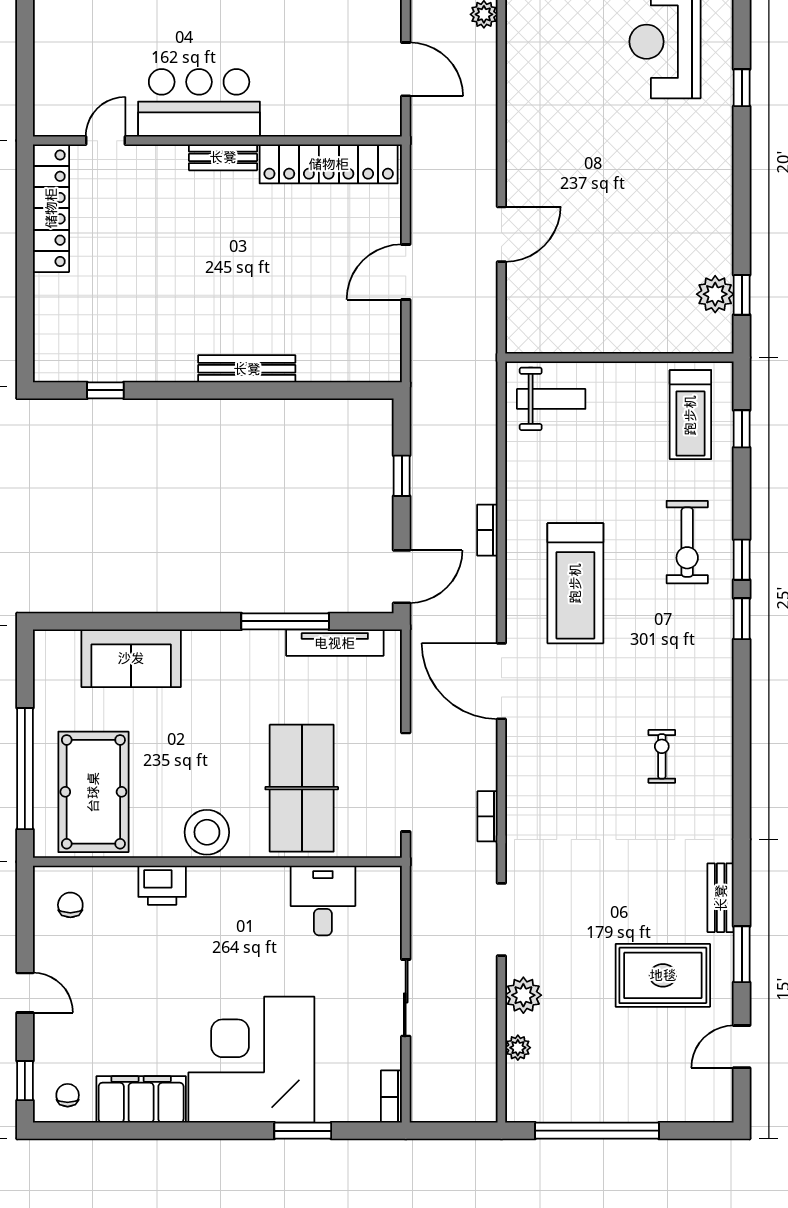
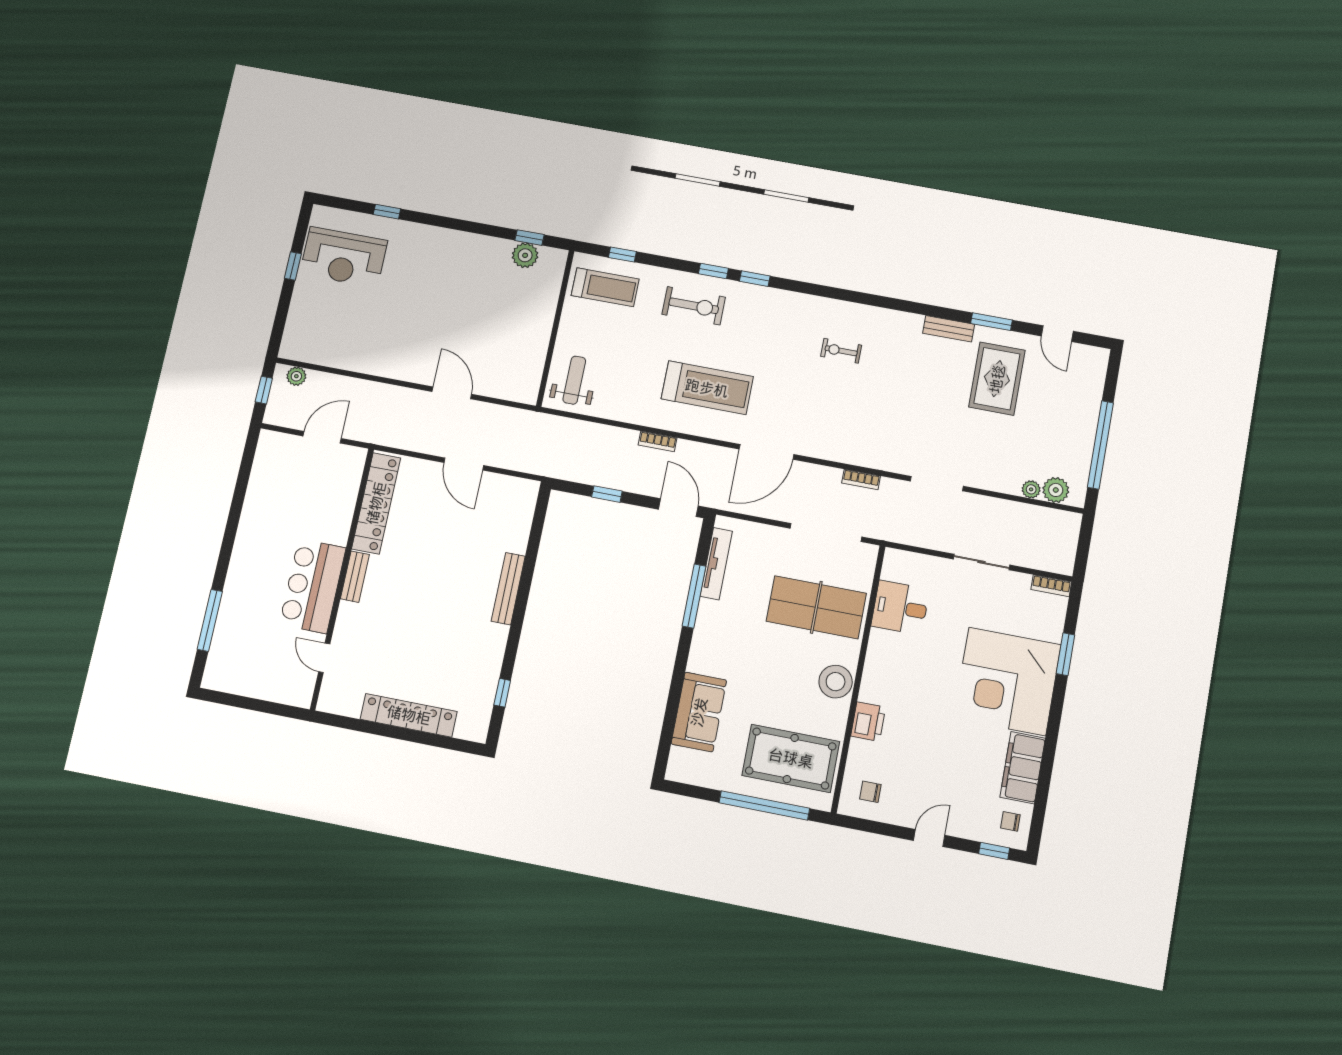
locker: (51, 208) -> (409, 715), moved
plant: (523, 995) -> (1056, 490), moved

